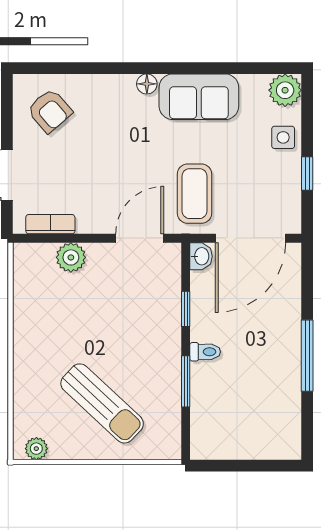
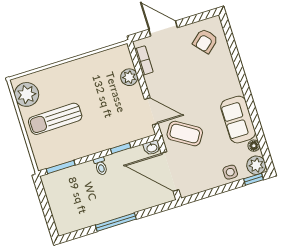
floor lamp: (147, 84) -> (254, 146), moved
window: (307, 174) -> (254, 179), moved
coffee table: (195, 194) -> (185, 134), turned 32
window: (186, 381) -> (61, 167), moved
sun lounger: (102, 403) -> (55, 119), turned 46
plant: (36, 449) -> (27, 94), width x1.88, depth x1.88

